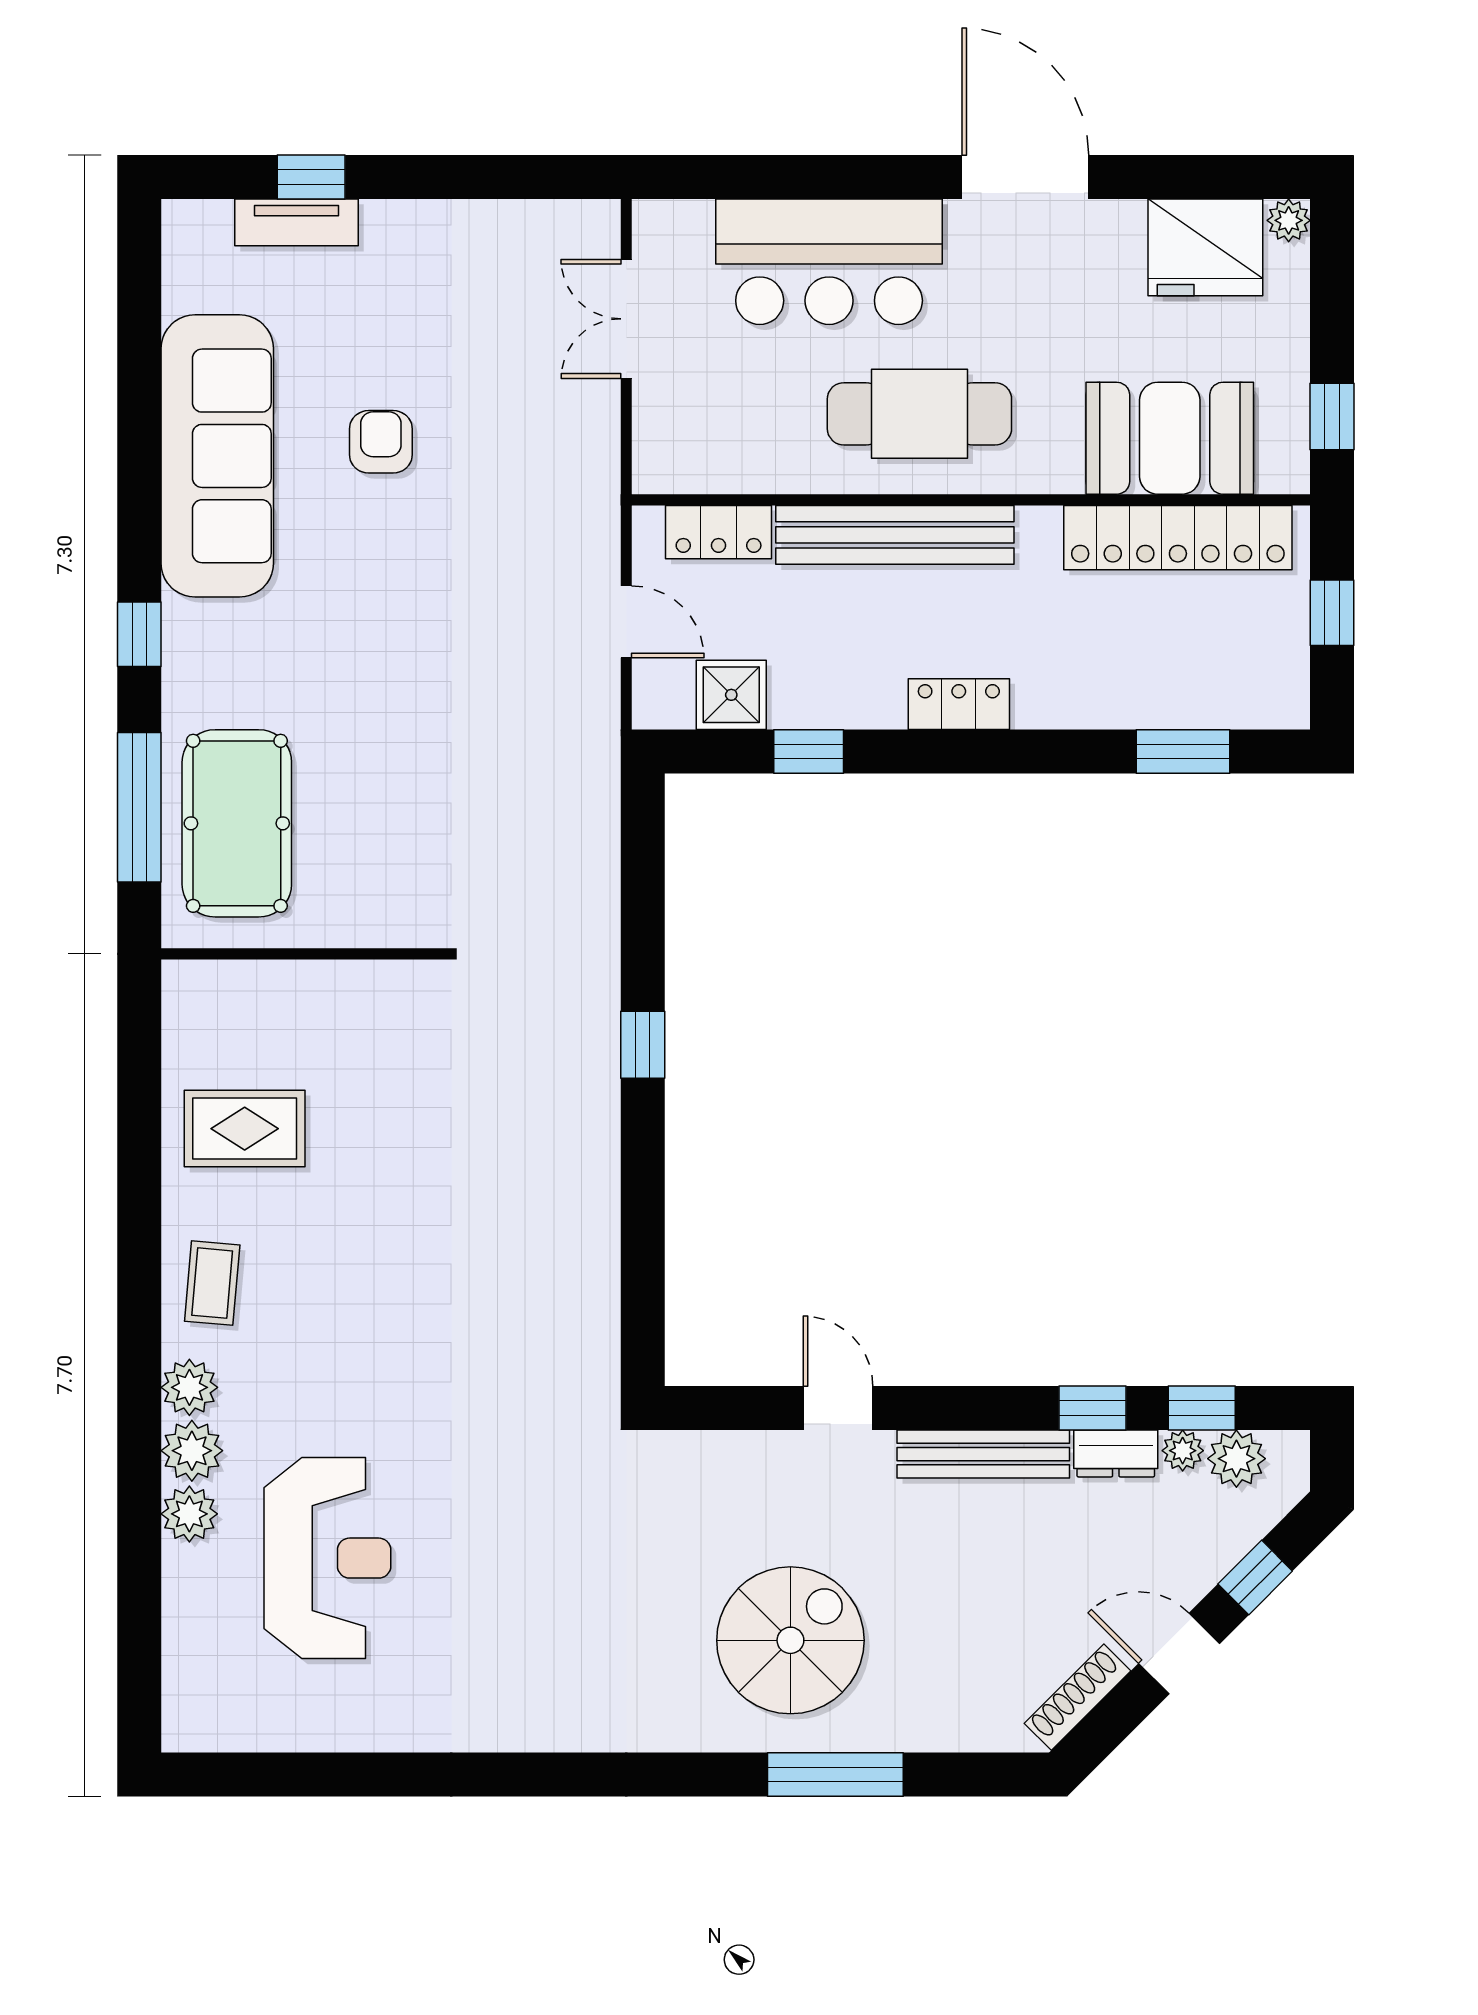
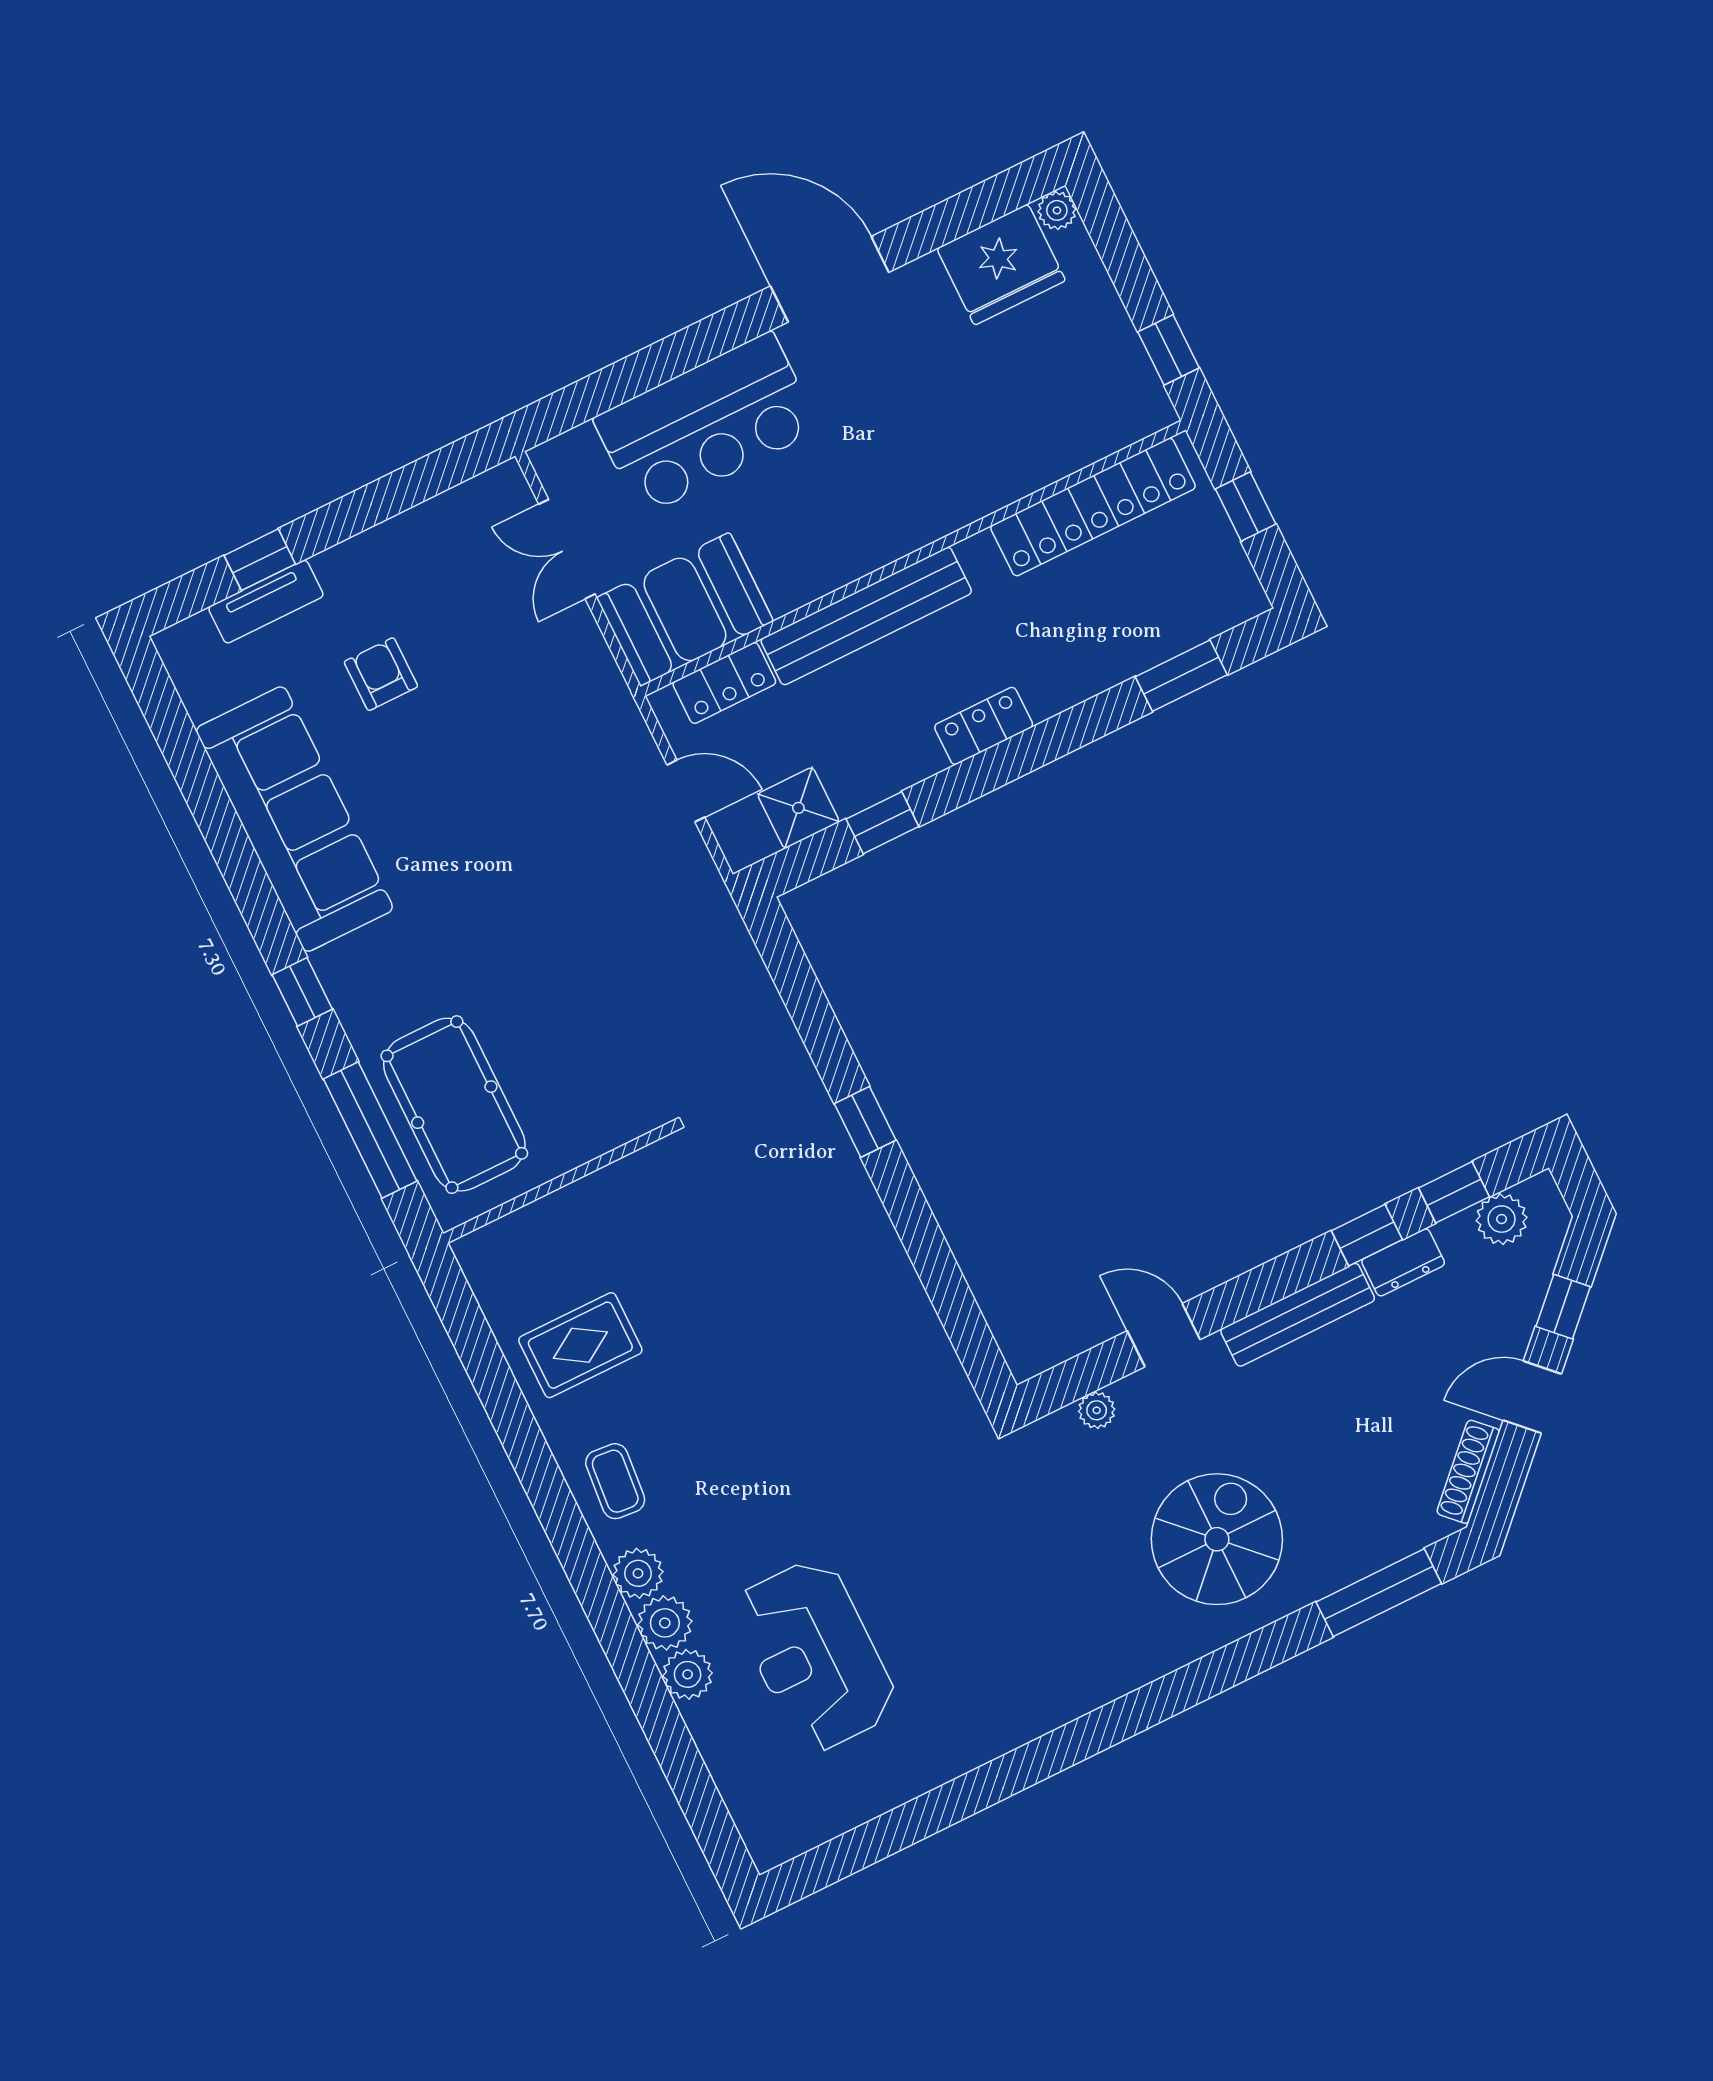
cafe table: (919, 414) -> (838, 510), removed
booth: (1170, 438) -> (685, 609), moved
armchair: (381, 442) -> (381, 674), moved
plant: (1183, 1451) -> (1097, 1410), moved
reception desk: (327, 1558) -> (815, 1655), turned 180
window: (835, 1775) -> (1379, 1593), moved

